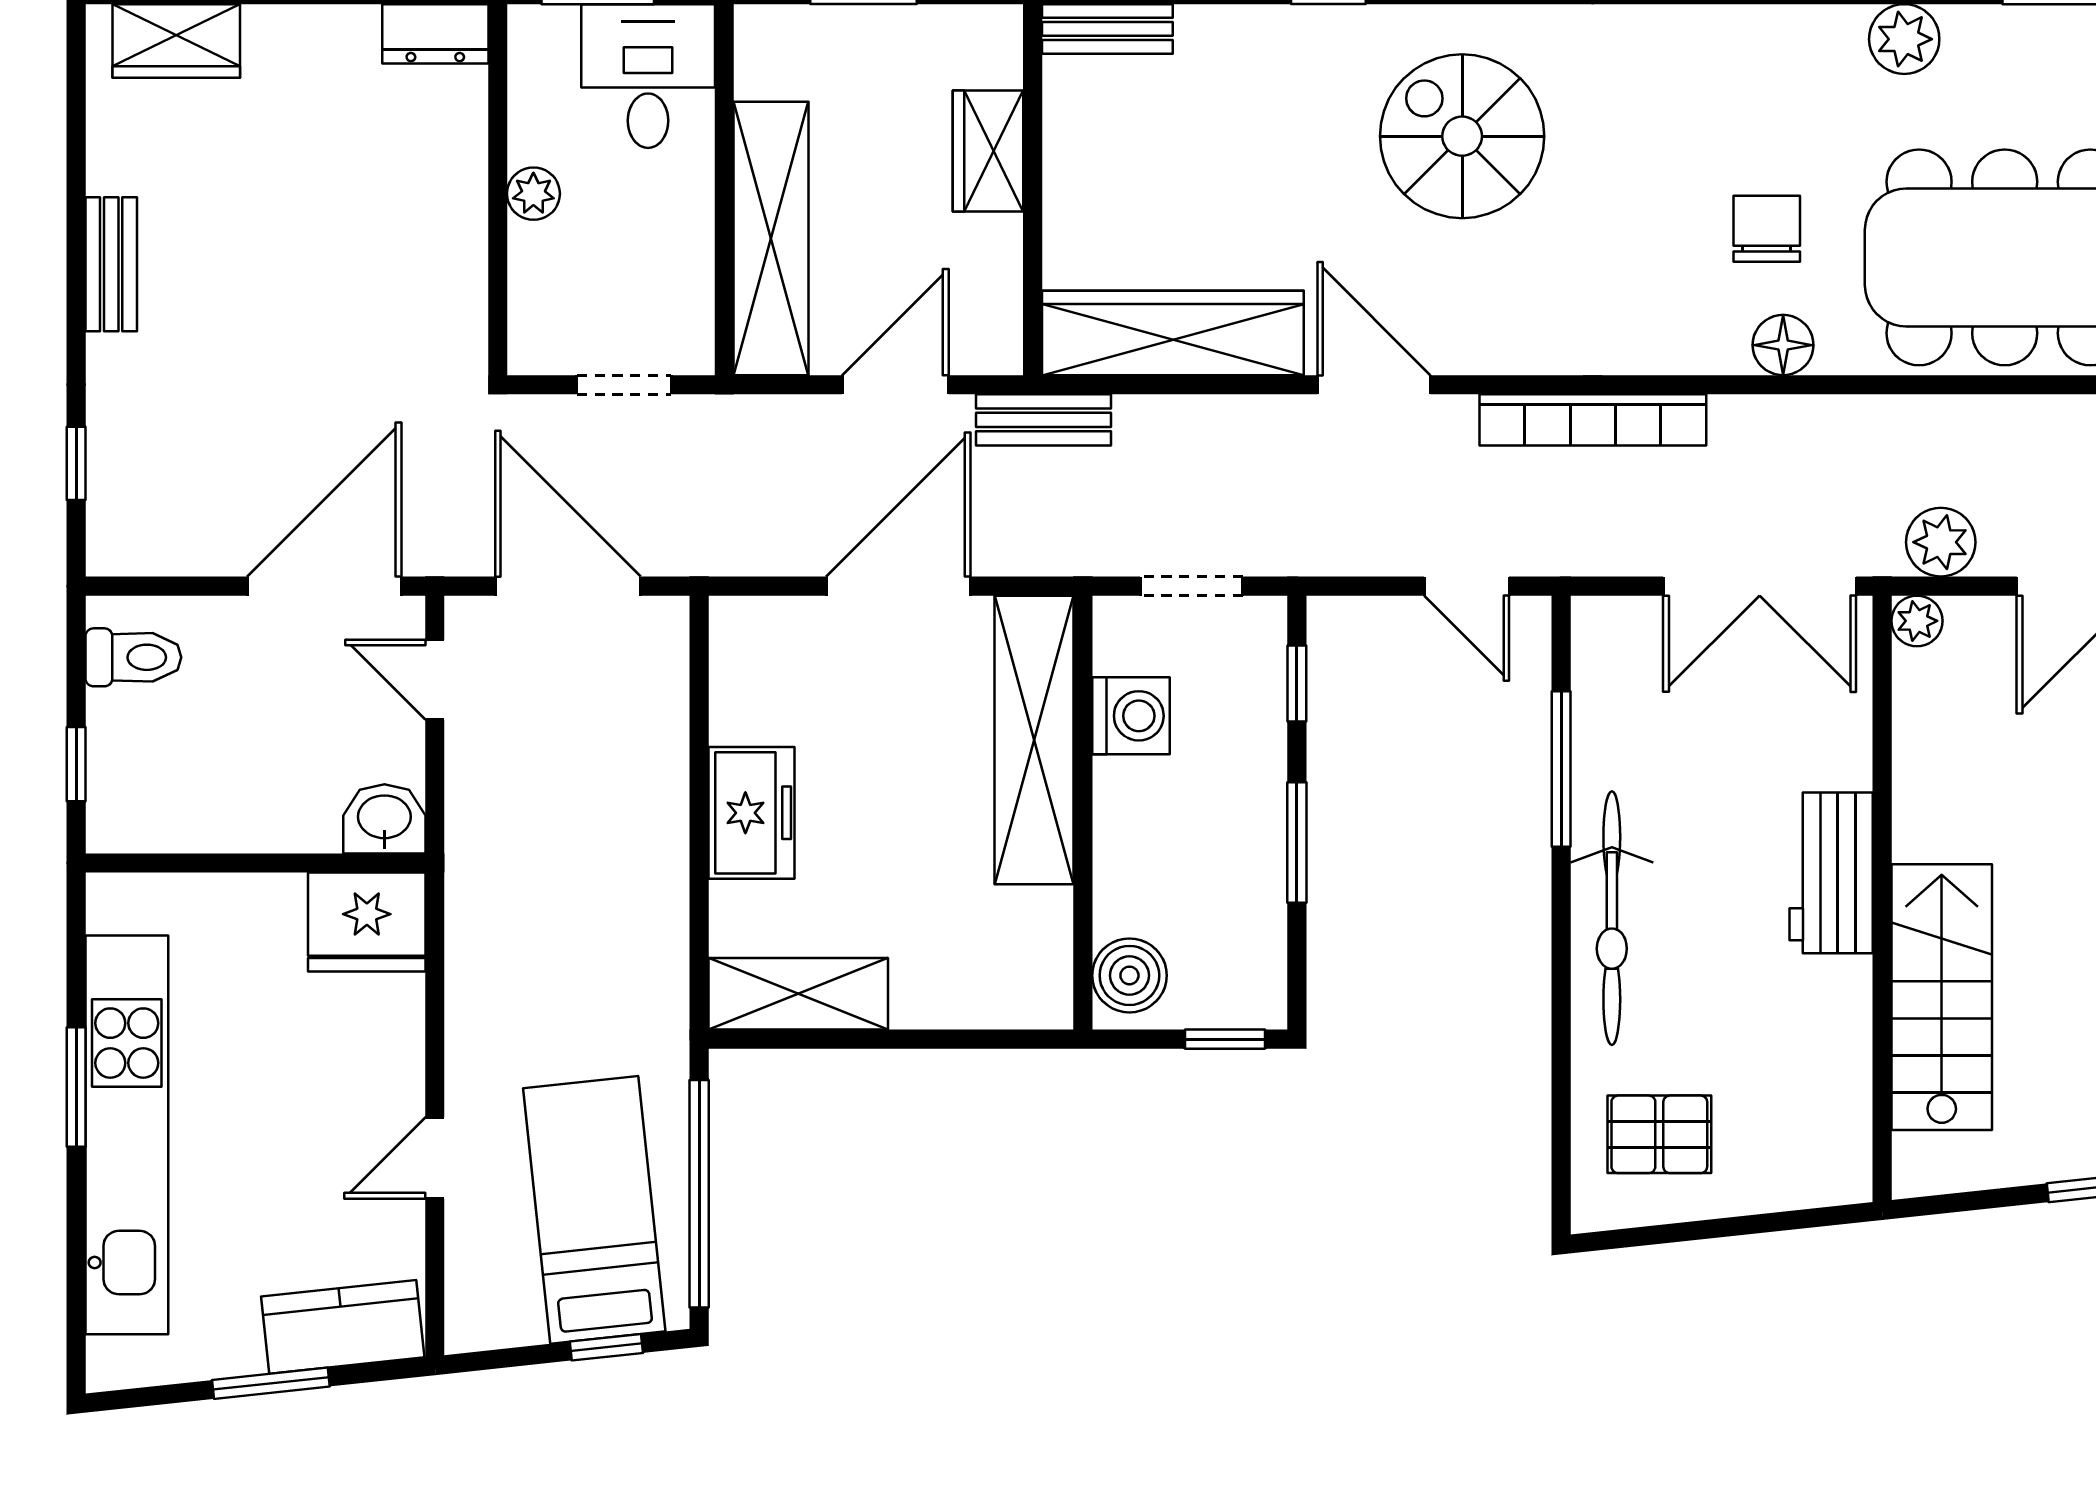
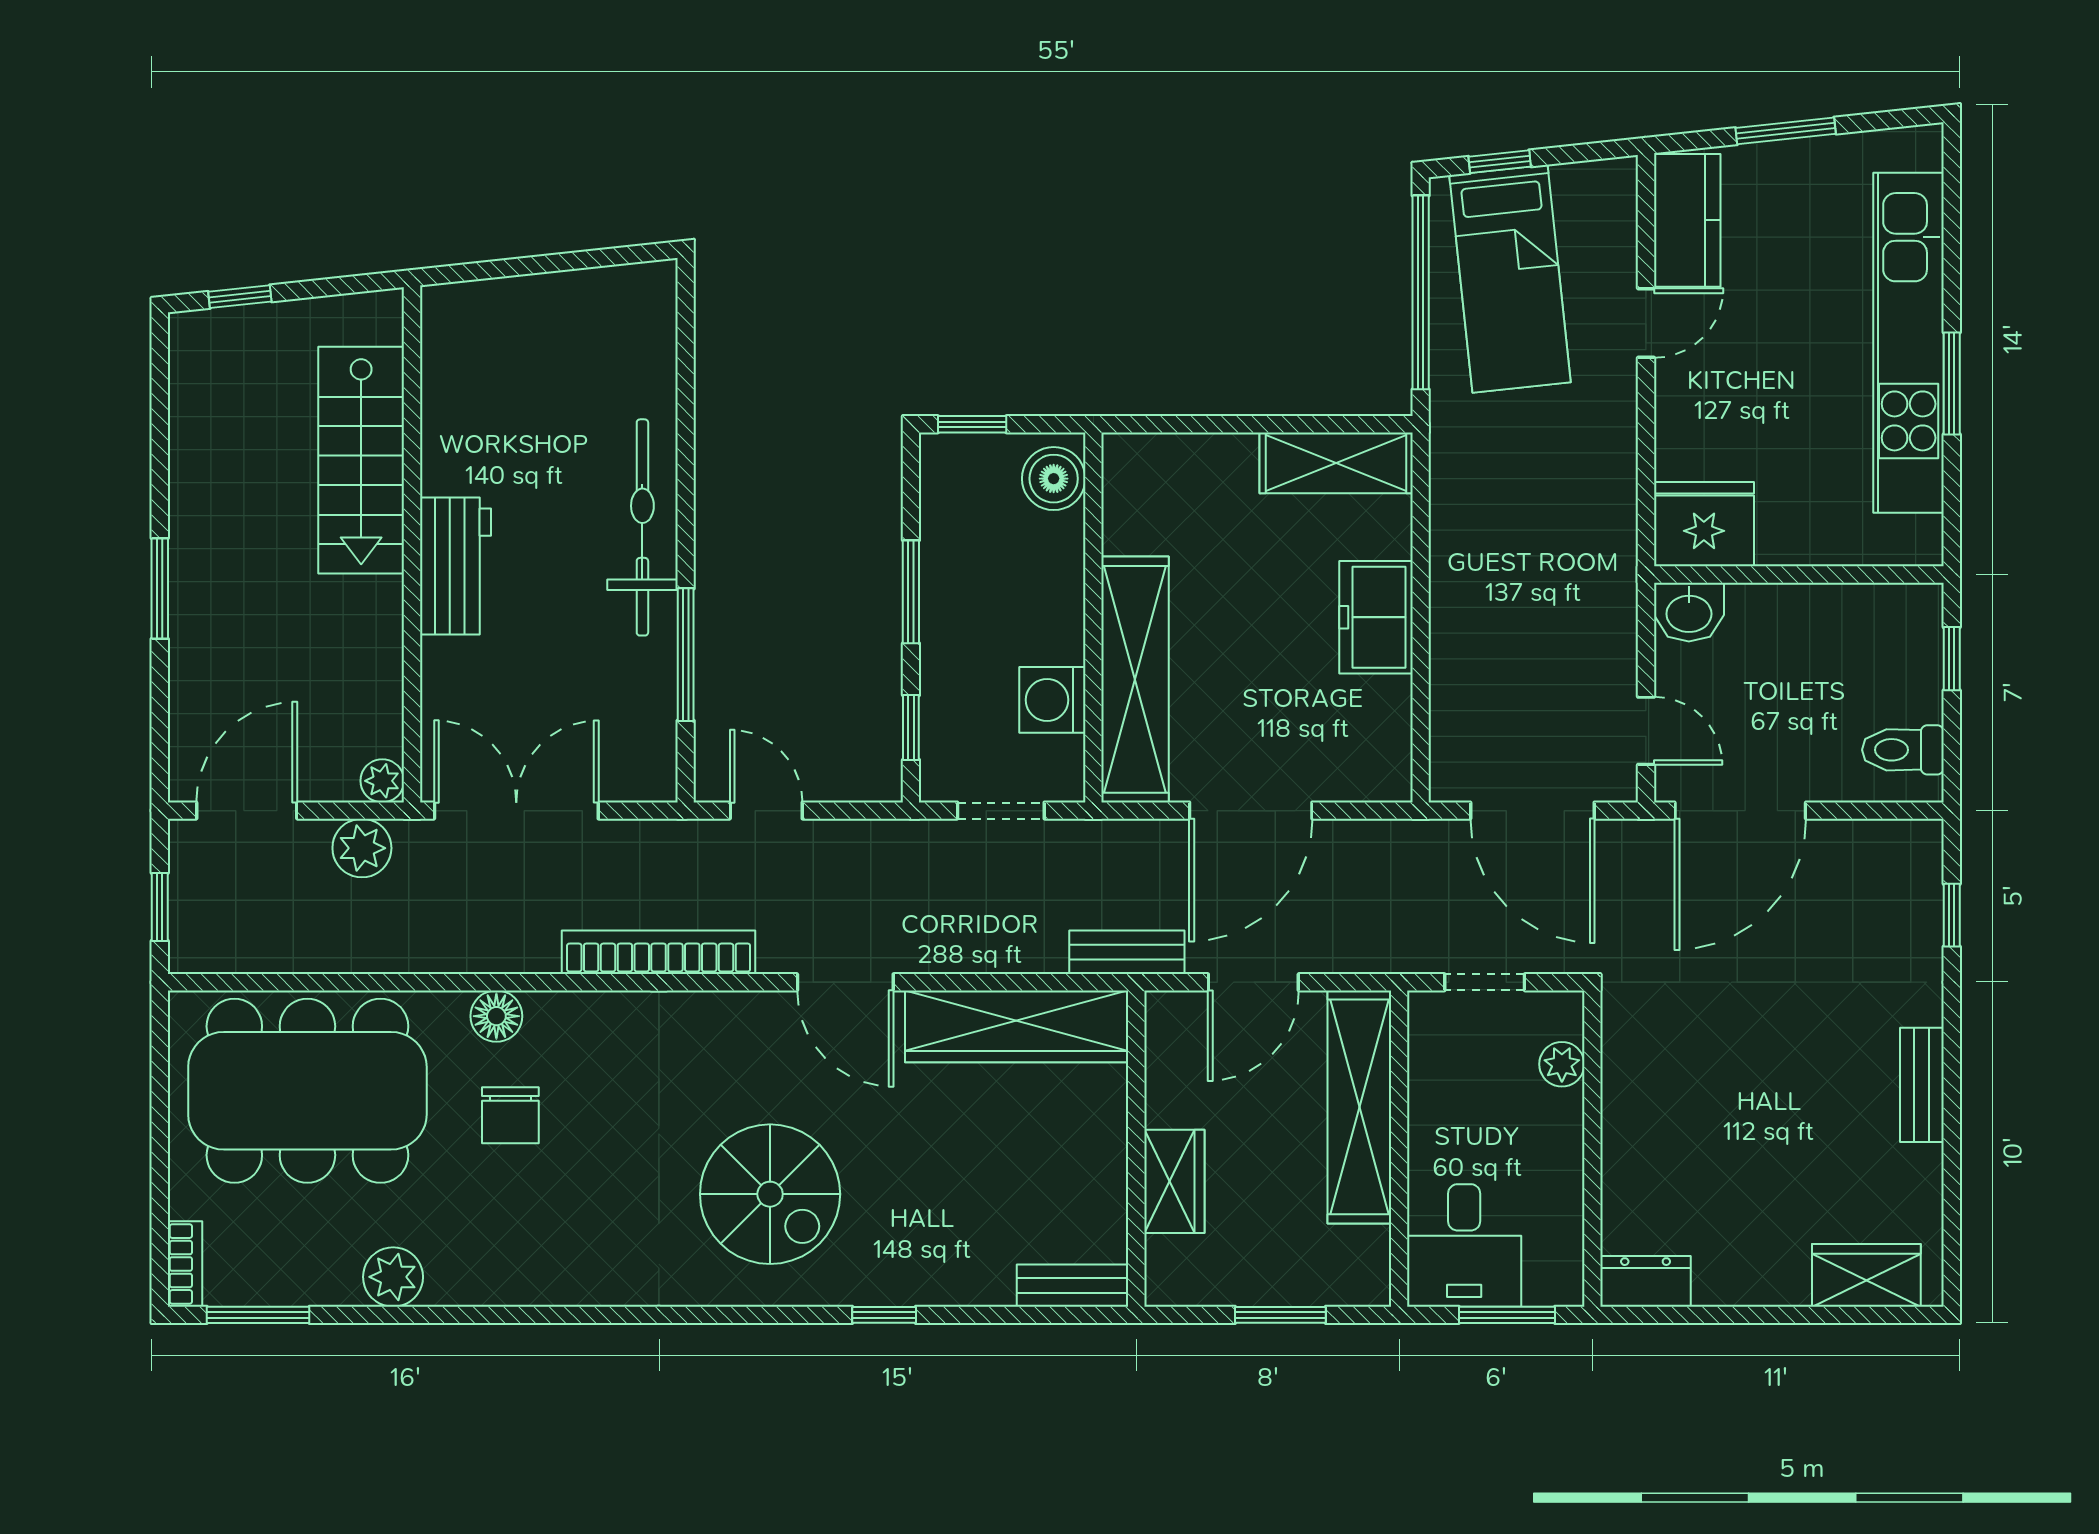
plant: (533, 194) -> (1562, 1064), moved
pallet: (1659, 1134) -> (602, 343), removed
kitchen counter: (343, 1327) -> (1687, 220), moved, turned -84

